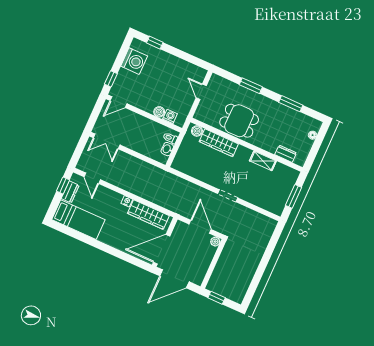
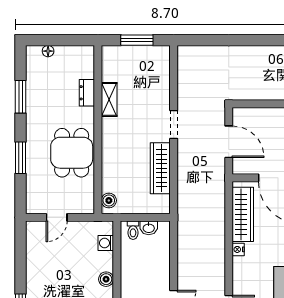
boiler: (159, 112) -> (106, 279), moved
wardrobe: (219, 143) -> (160, 168), moved, turned 180
dresser: (286, 154) -> (87, 93), moved
door: (200, 227) -> (229, 142), swing flipped
plant: (215, 242) -> (239, 114), removed

